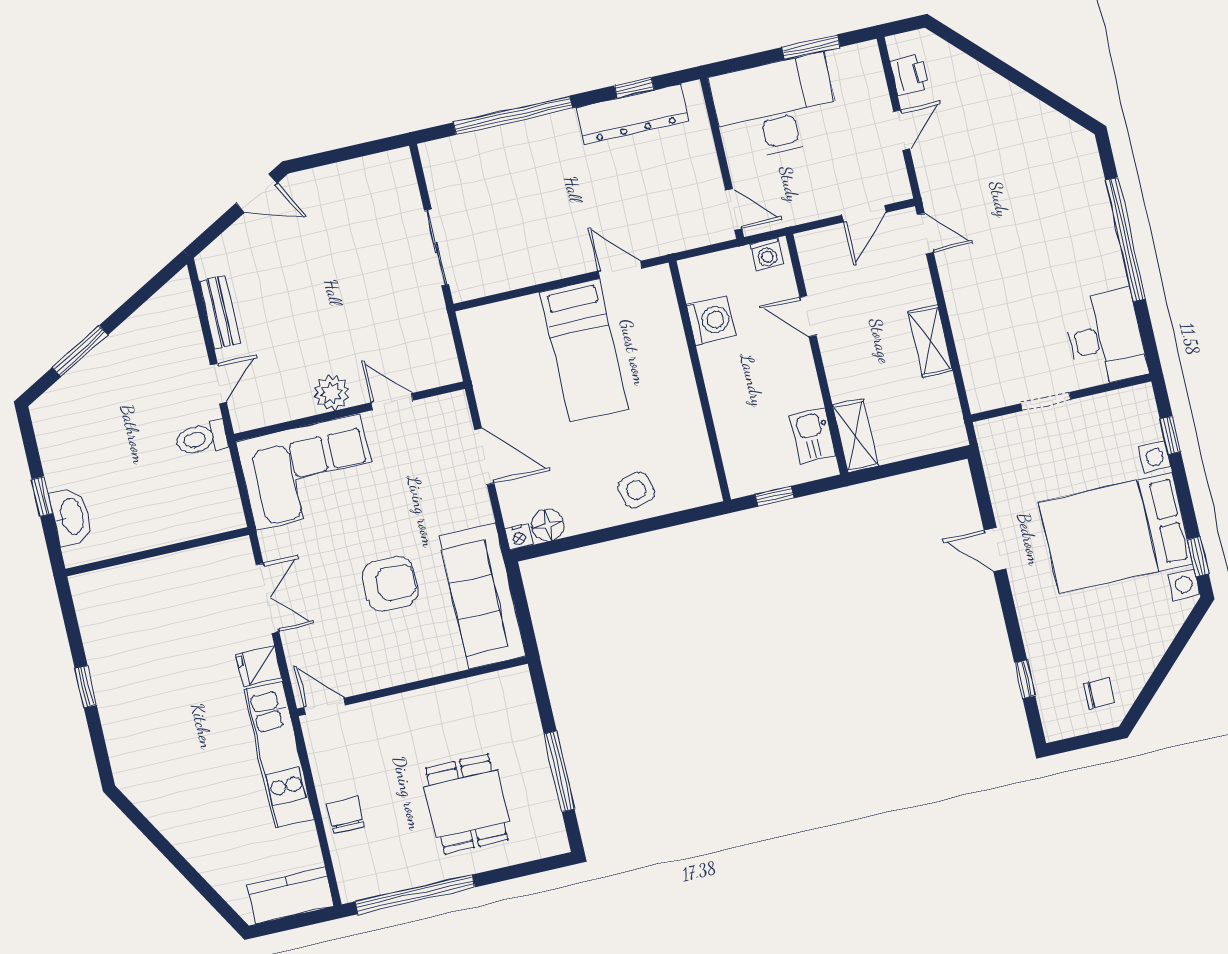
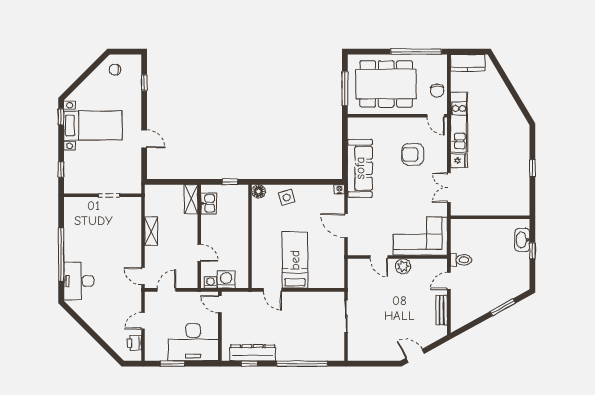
washing machine: (711, 320) -> (226, 279), moved, turned 90
desk: (1105, 338) -> (79, 281), moved
floor lamp: (548, 525) -> (258, 191), moved
bed with nightstands: (1116, 533) -> (93, 126), width x0.73
armchair: (390, 584) -> (413, 154), moved
wall: (412, 686) -> (397, 116), moved
door: (325, 706) -> (436, 116), moved
dining table: (467, 804) -> (386, 84), width x1.88, depth x1.24

